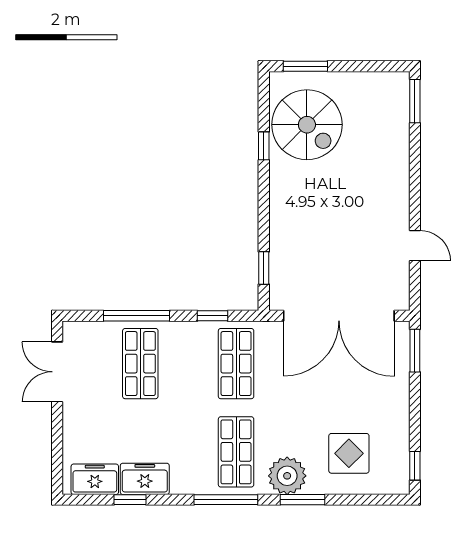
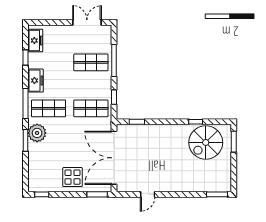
display table: (349, 453) -> (73, 177), moved
freezer: (145, 479) -> (36, 81), moved

